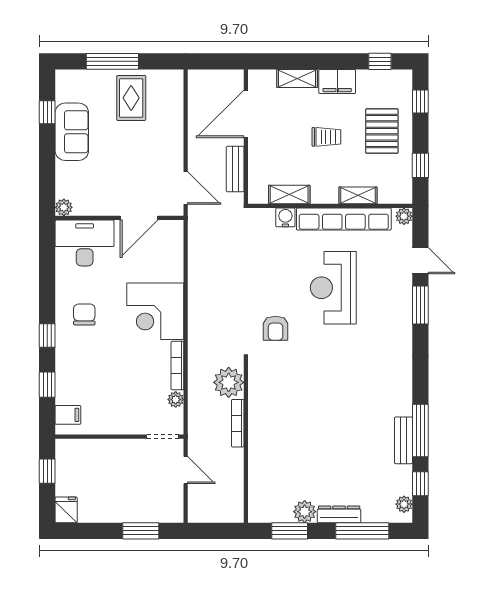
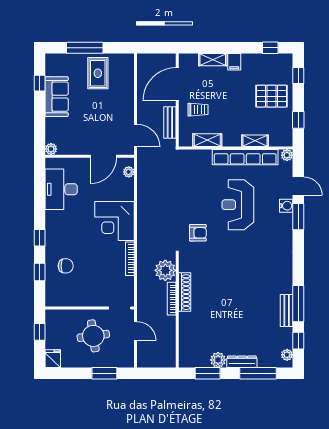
filing cabinet: (337, 82) -> (234, 62), width x0.50
pallet: (382, 131) -> (272, 96), turned 90
trolley: (326, 137) -> (198, 110), moved
water cooler: (285, 217) -> (286, 206), moved, turned 90
desk: (85, 243) -> (61, 189), moved, turned -90
chair: (84, 314) -> (66, 266), moved, turned 90
armchair: (276, 328) -> (198, 233), turned -90
plant: (176, 399) -> (129, 172), moved
shoe rack: (256, 414) -> (185, 292), added
filing cabinet: (68, 415) -> (54, 293), removed
round table: (125, 477) -> (93, 336), added

